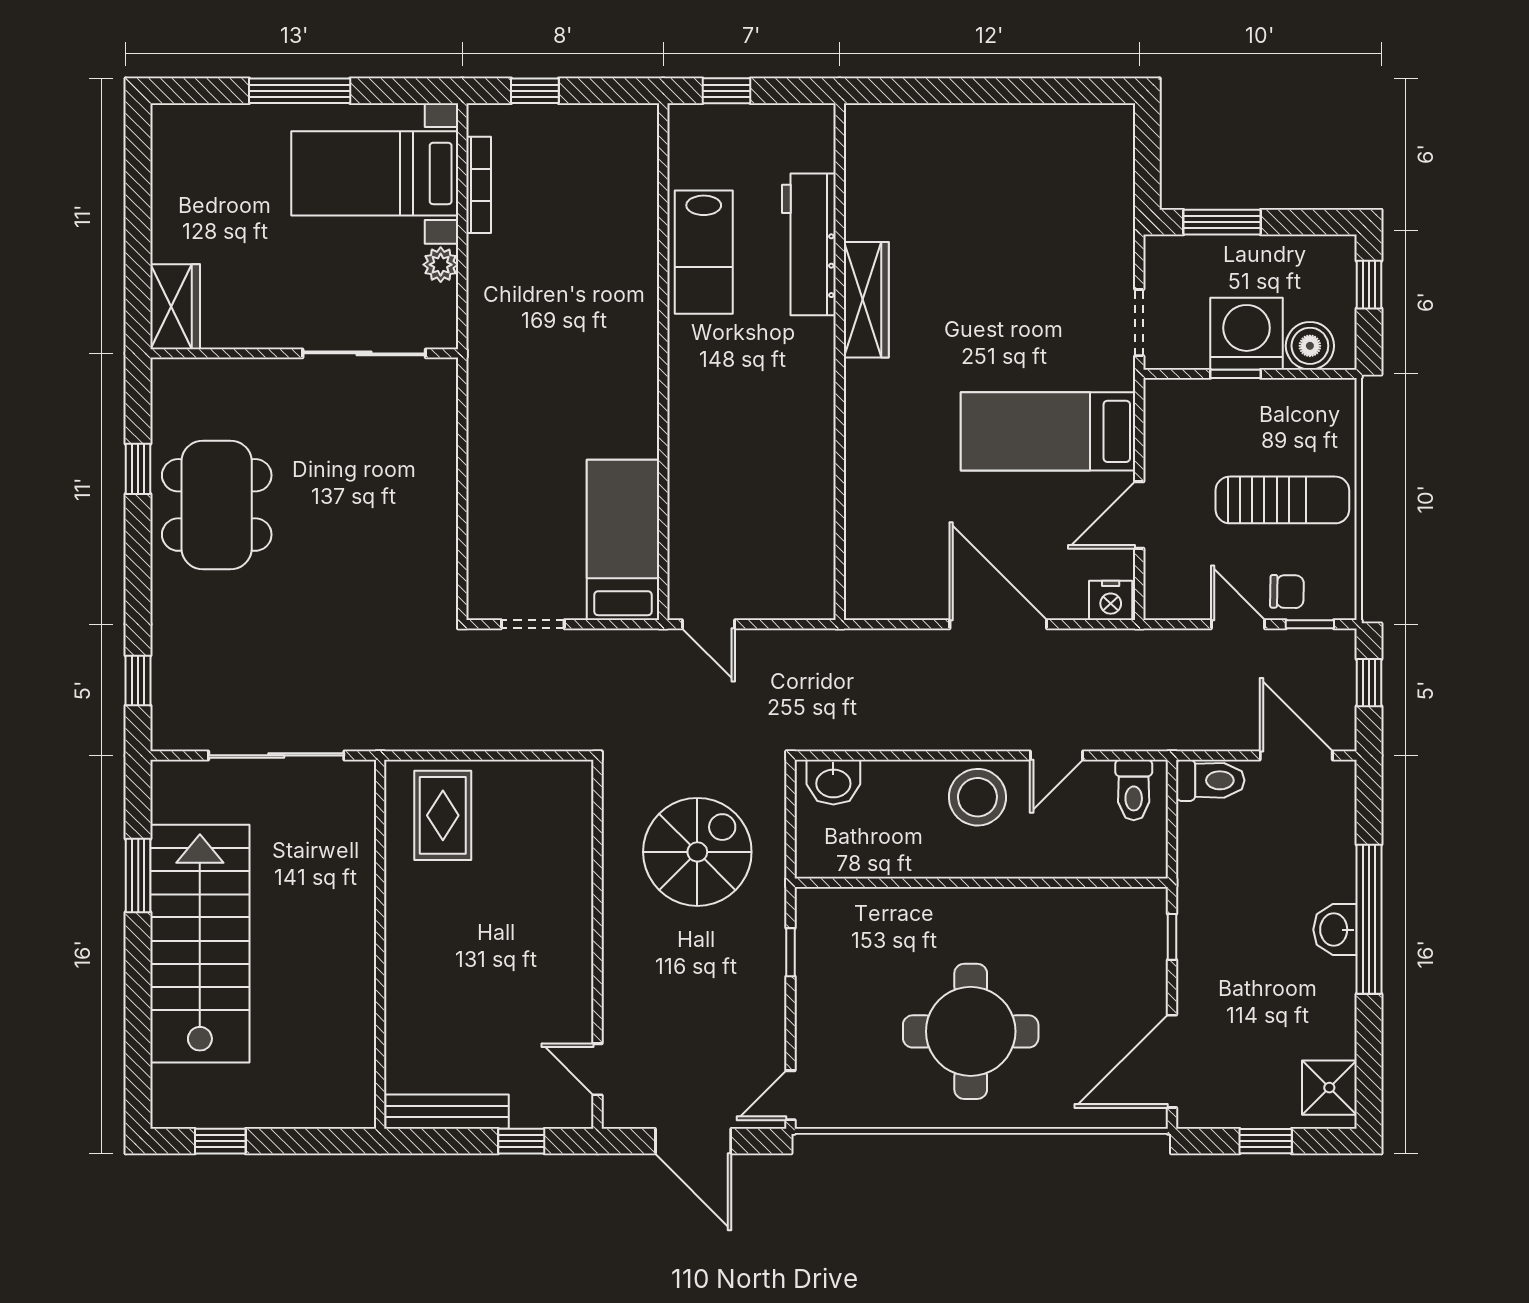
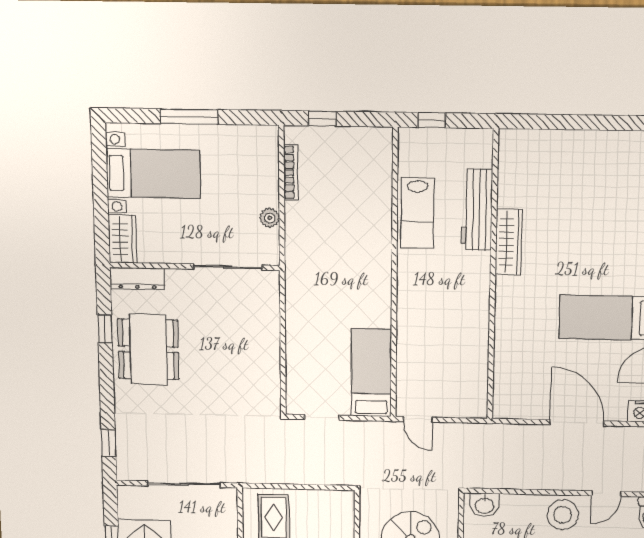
bed with nightstands: (375, 173) -> (153, 174), moved, turned 180
dresser: (200, 377) -> (137, 279), added

